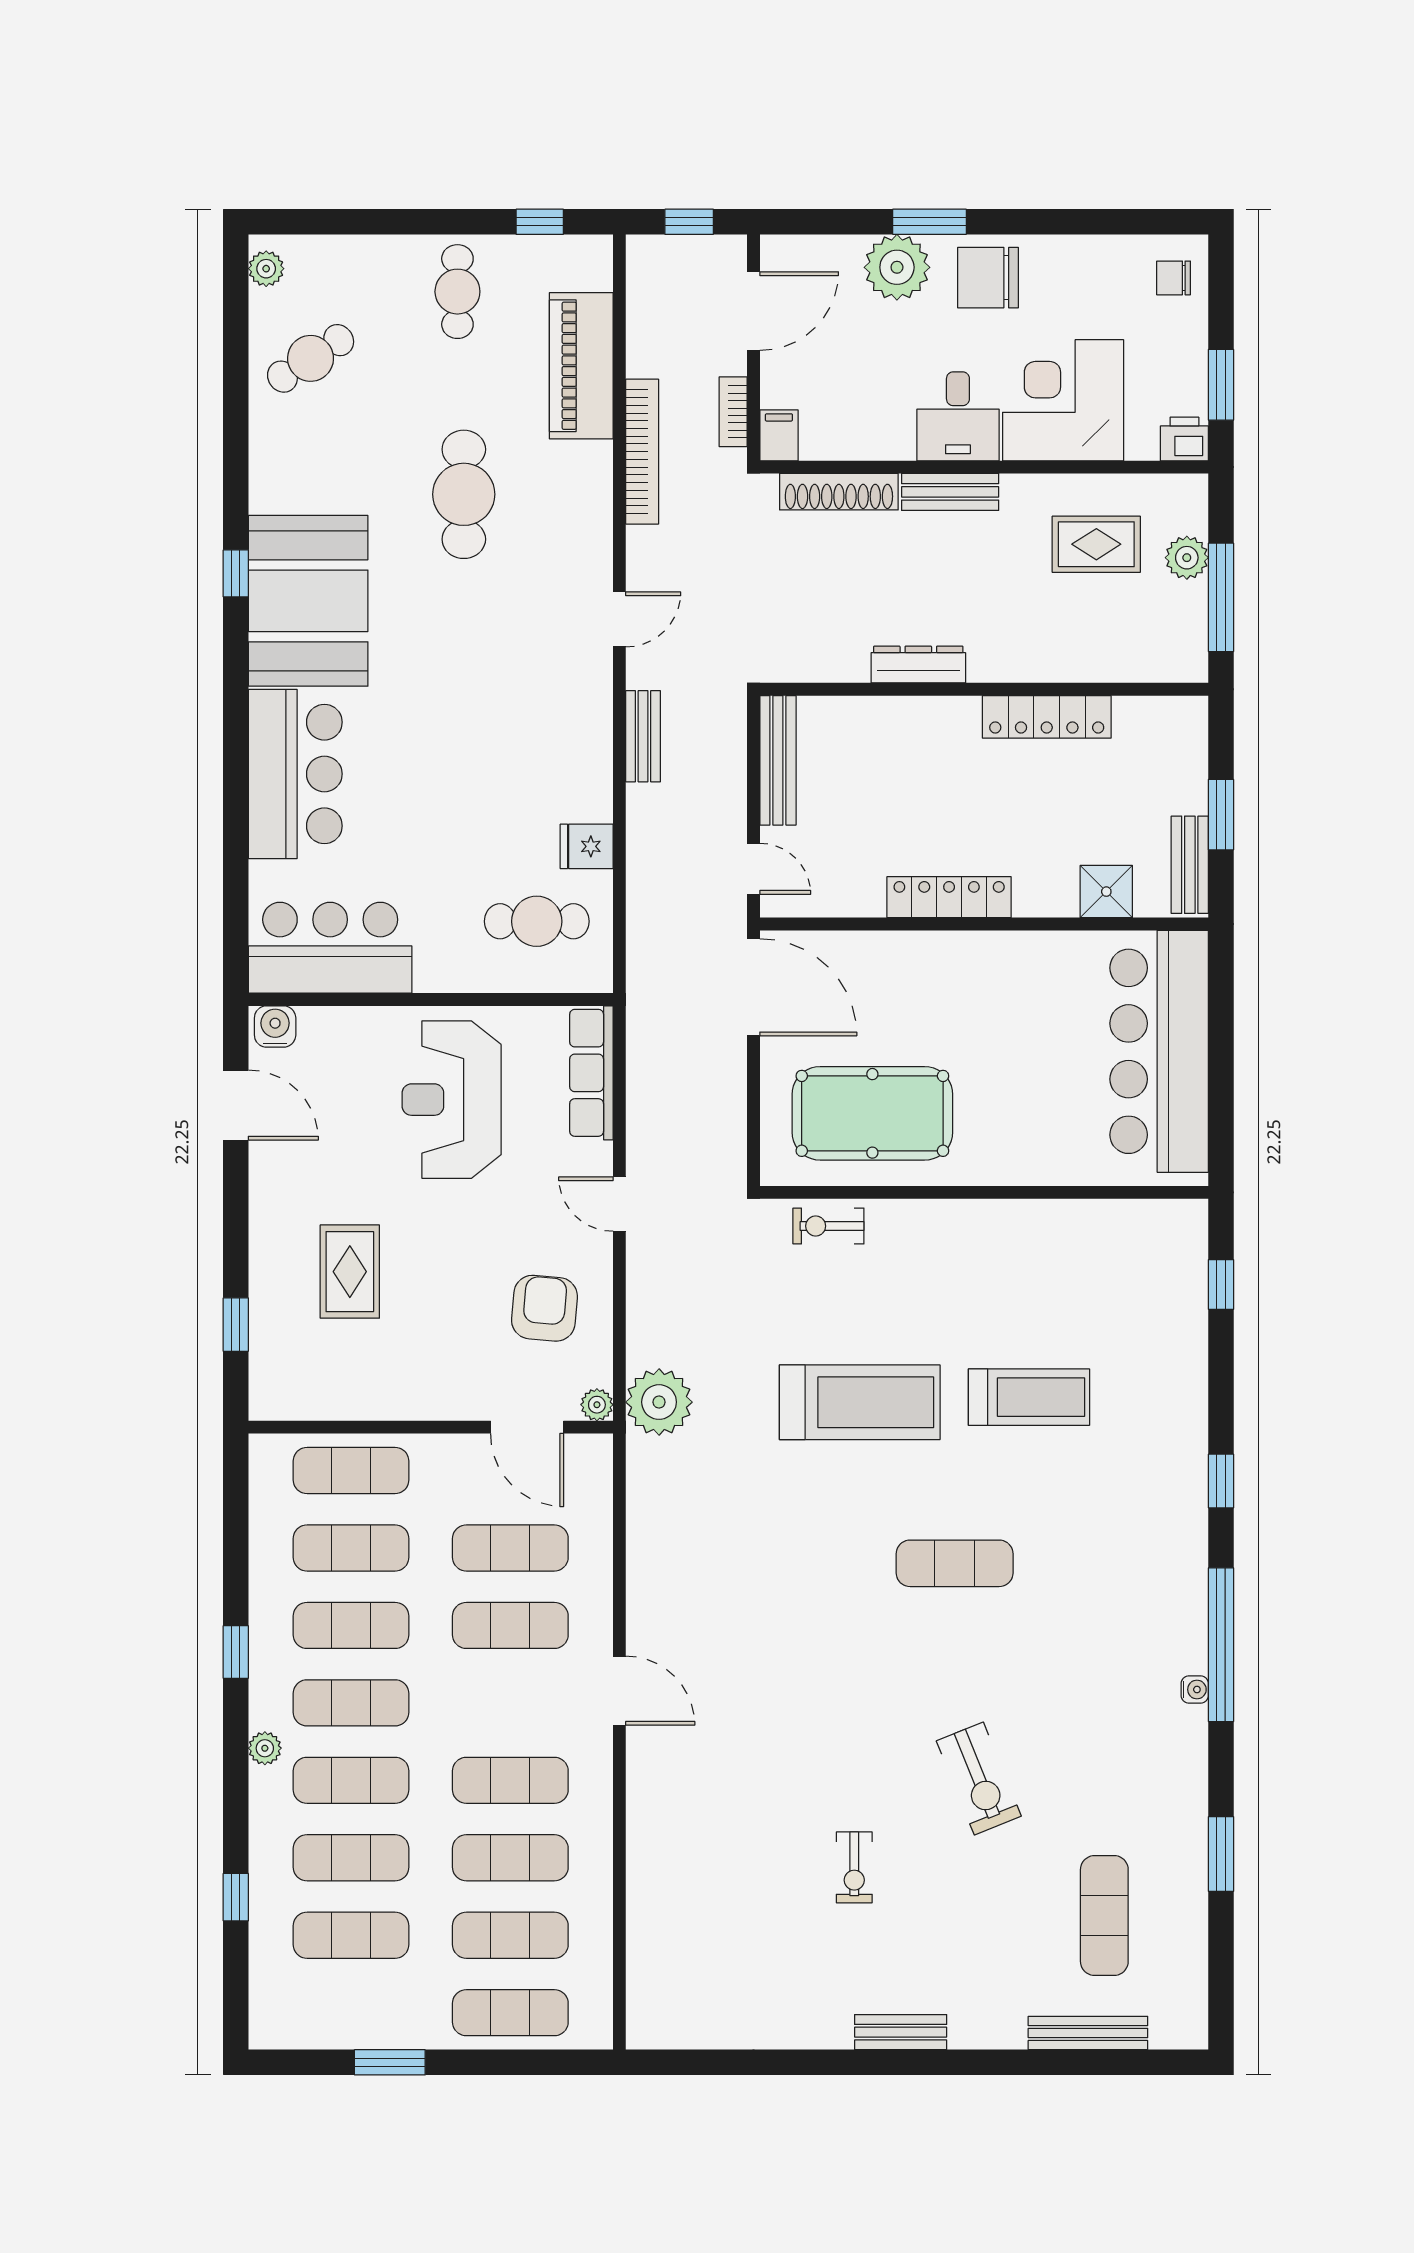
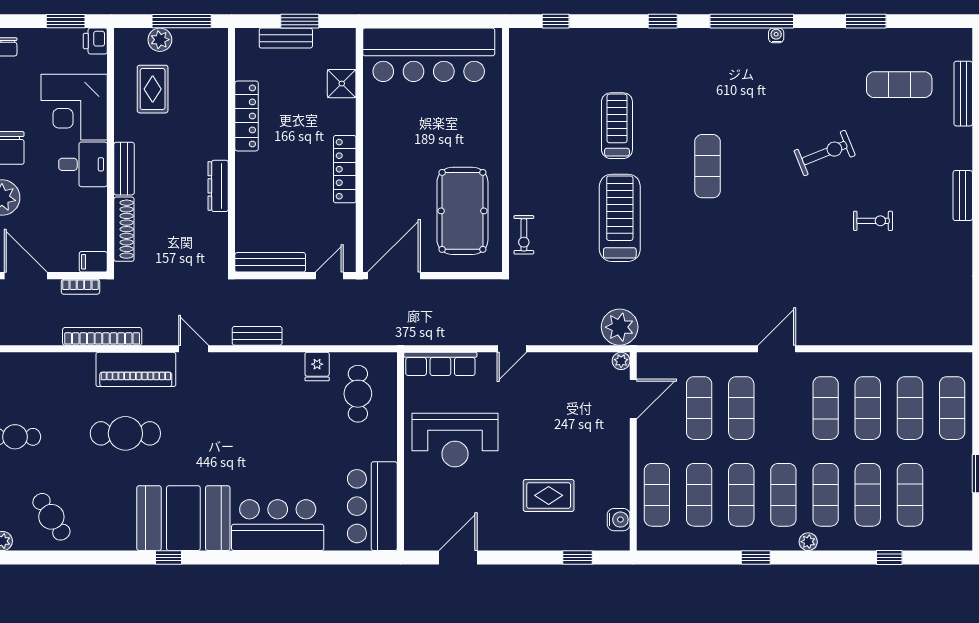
piano: (581, 366) -> (136, 369), moved
bench: (1190, 865) -> (286, 38), moved
water cooler: (275, 1026) -> (619, 520), moved, turned 180
armchair: (544, 1308) -> (569, 389), removed

